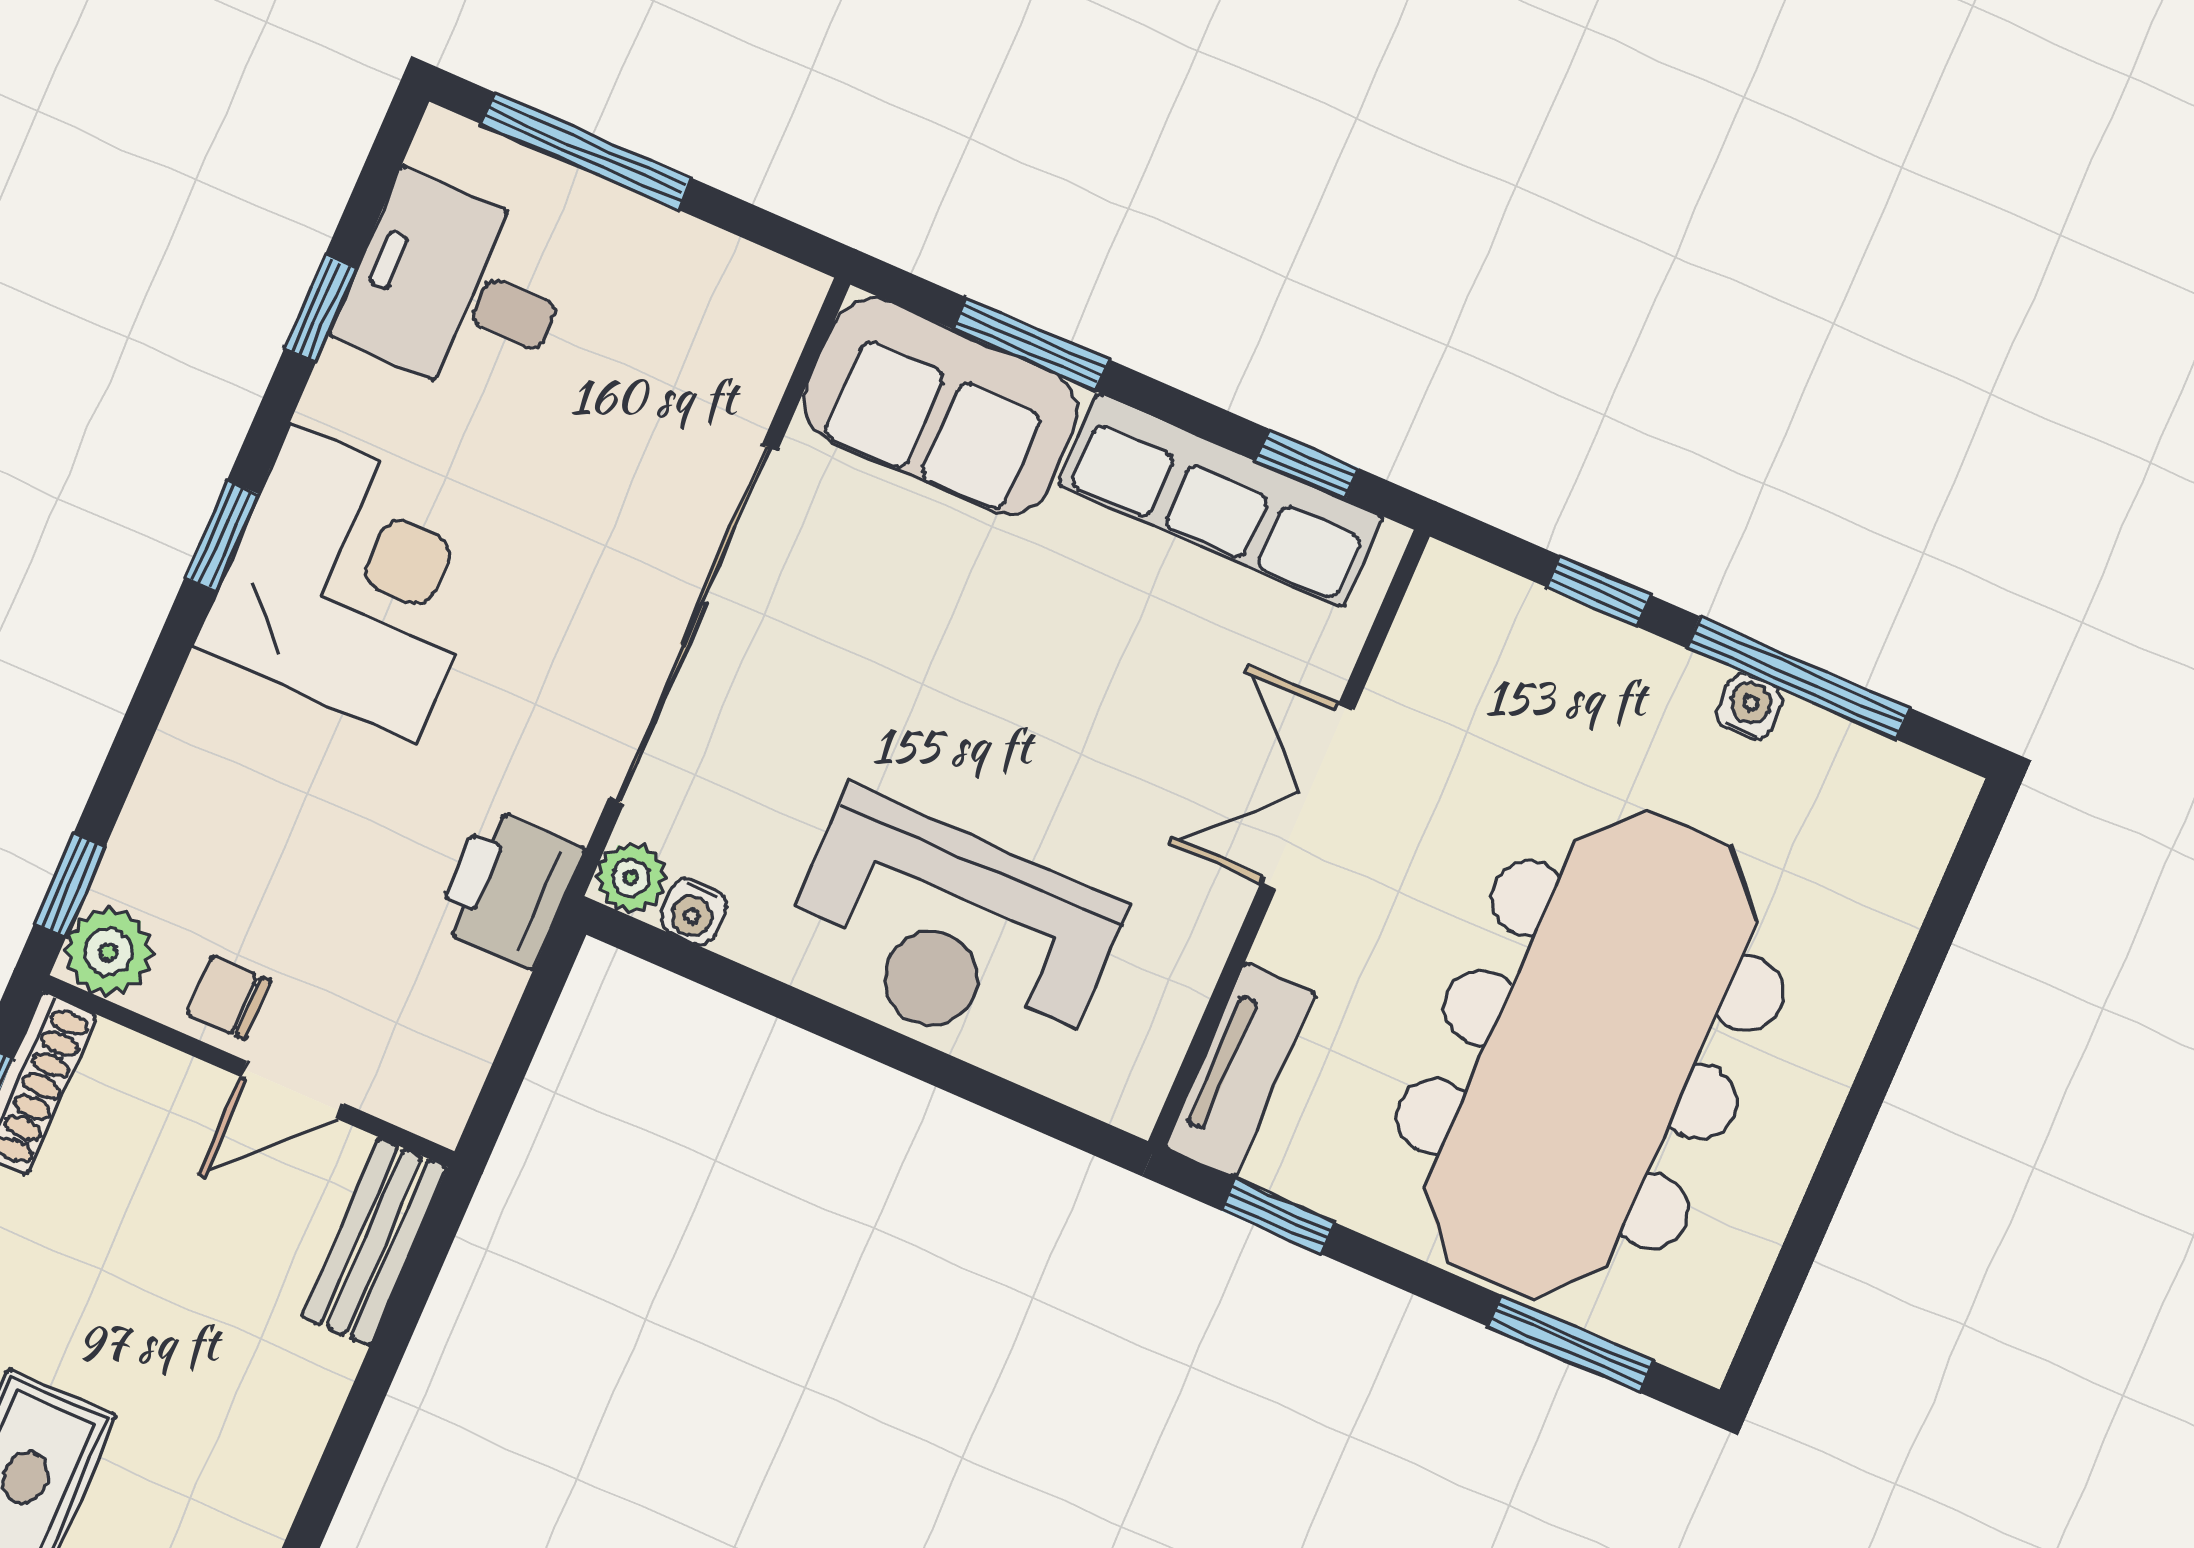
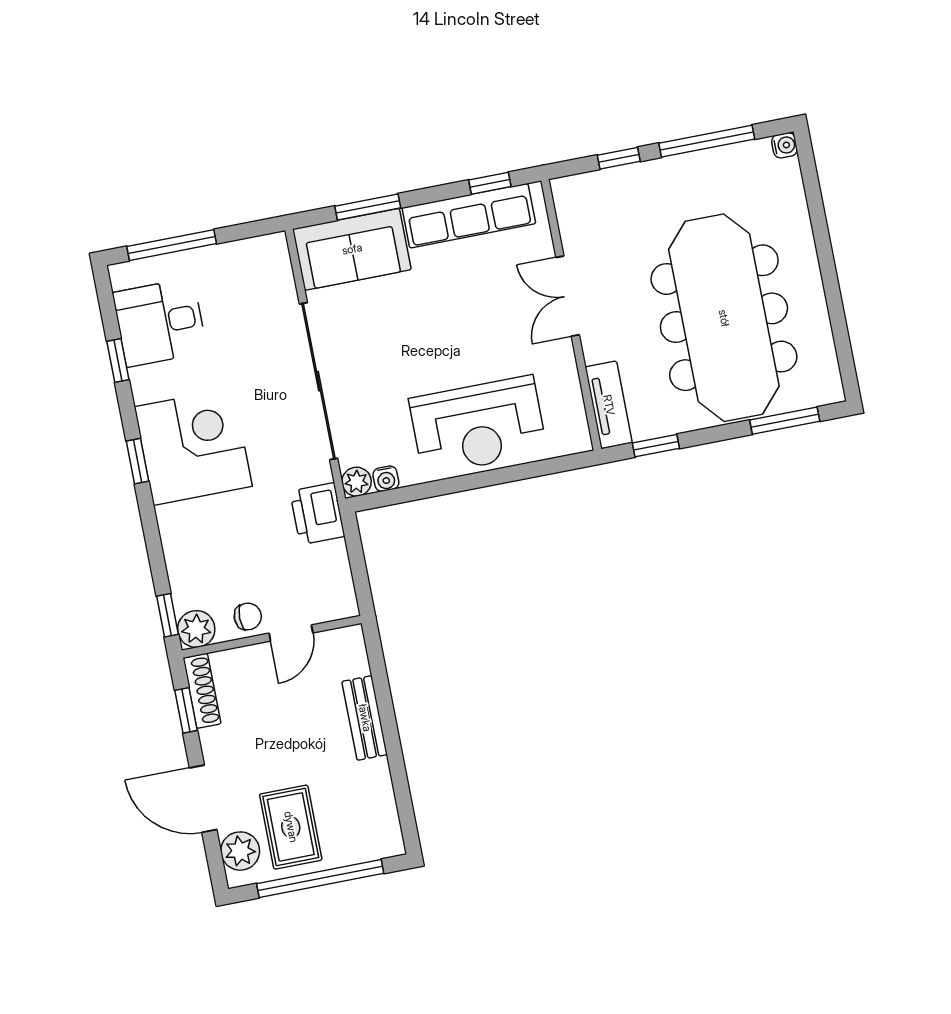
water cooler: (1749, 707) -> (784, 145), moved, turned 90
chair: (229, 998) -> (248, 616), turned 180
bench: (374, 1242) -> (365, 718), moved

